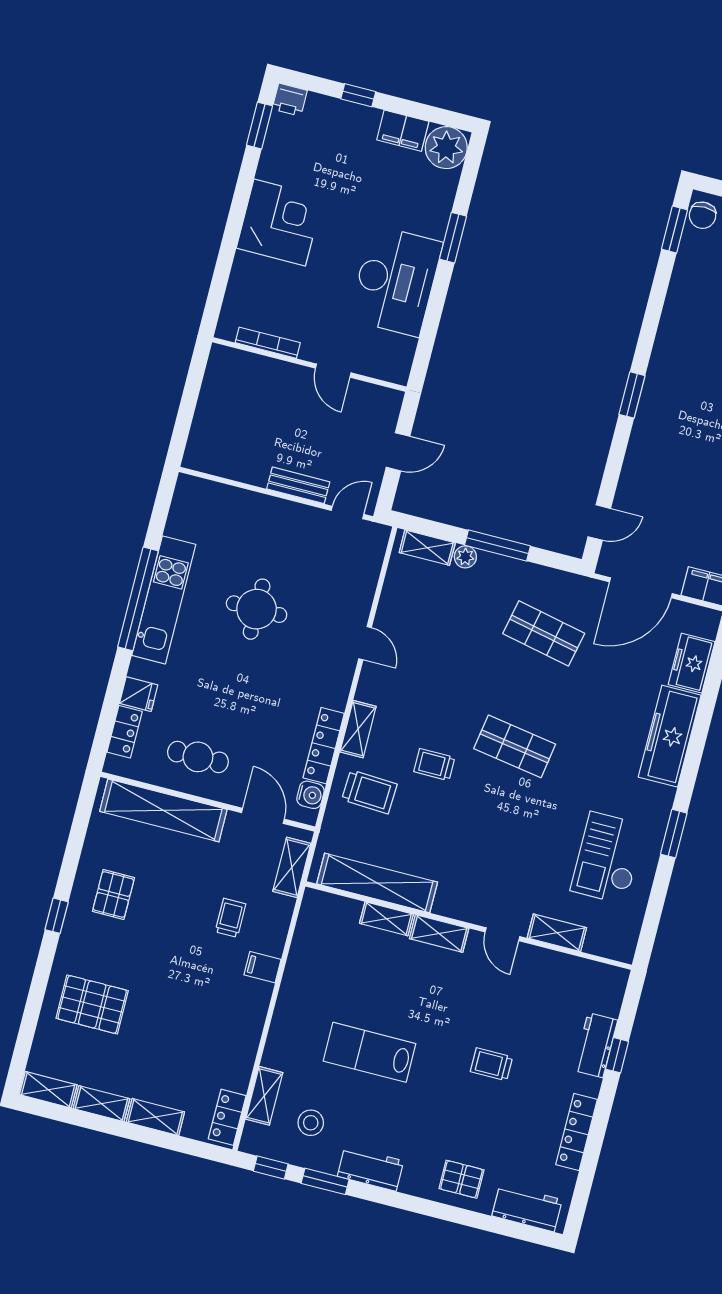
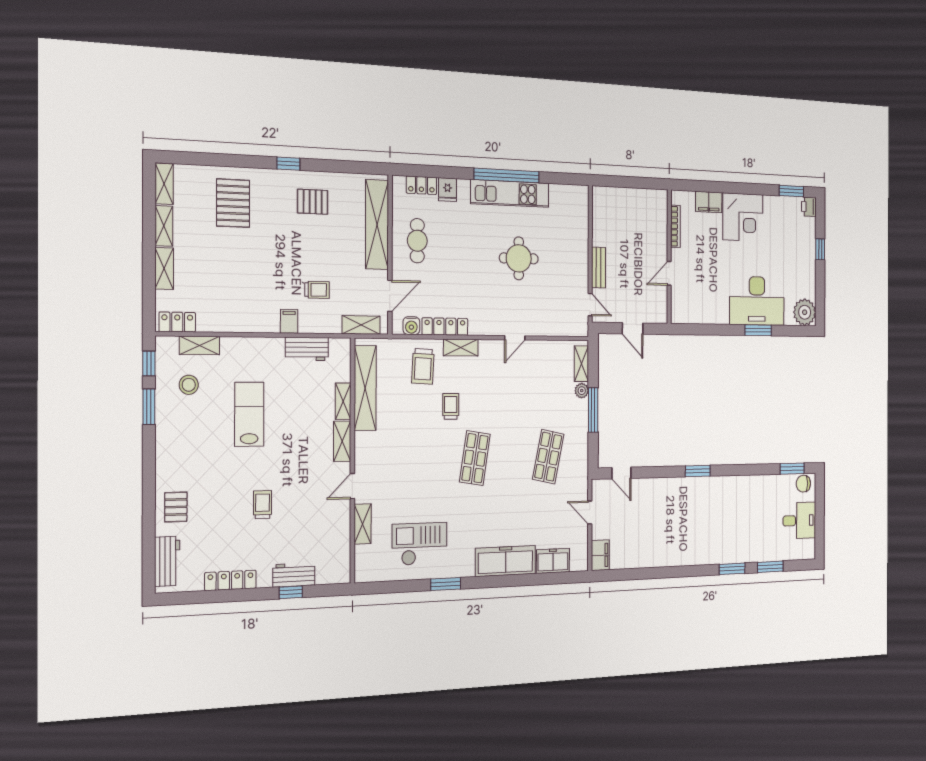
filing cabinet: (403, 131) -> (709, 202), moved, turned -90
desk: (396, 281) -> (757, 301), moved
door: (641, 588) -> (590, 513), width x0.53
workbench: (370, 1169) -> (307, 349), moved, turned 90

